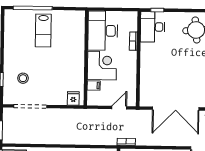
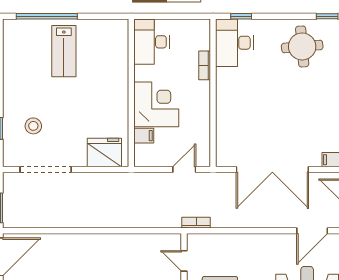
desk: (103, 31) -> (151, 42), width x0.73, depth x0.77
fridge: (73, 98) -> (104, 153), width x1.88, depth x1.34

